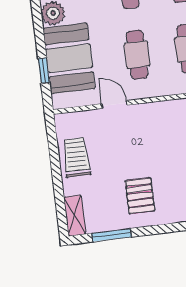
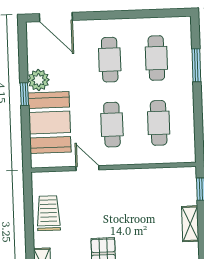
window: (44, 71) -> (24, 94), moved

